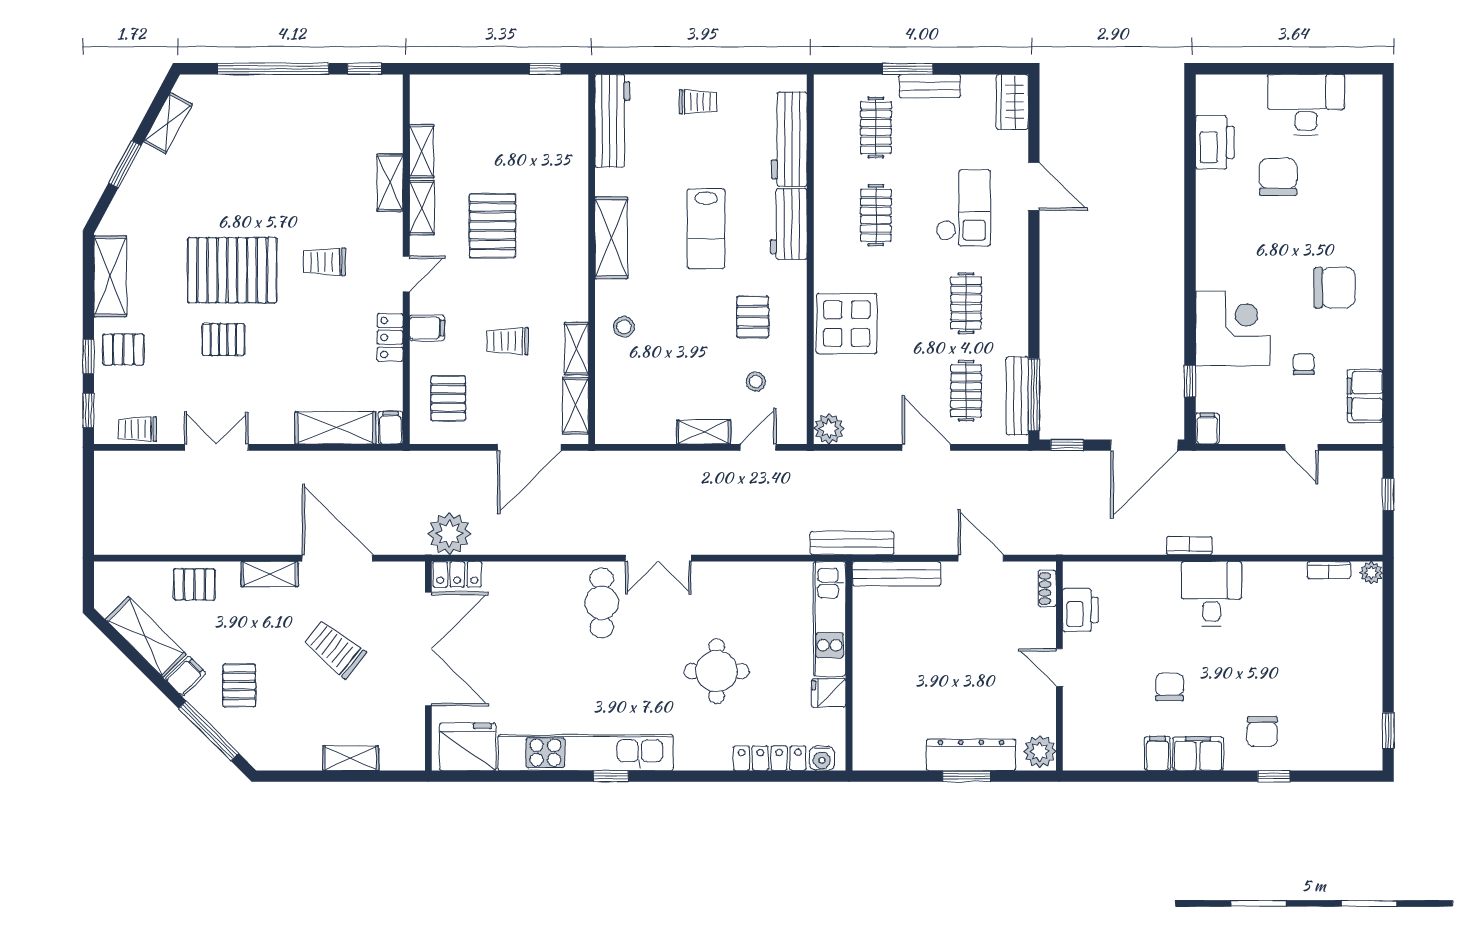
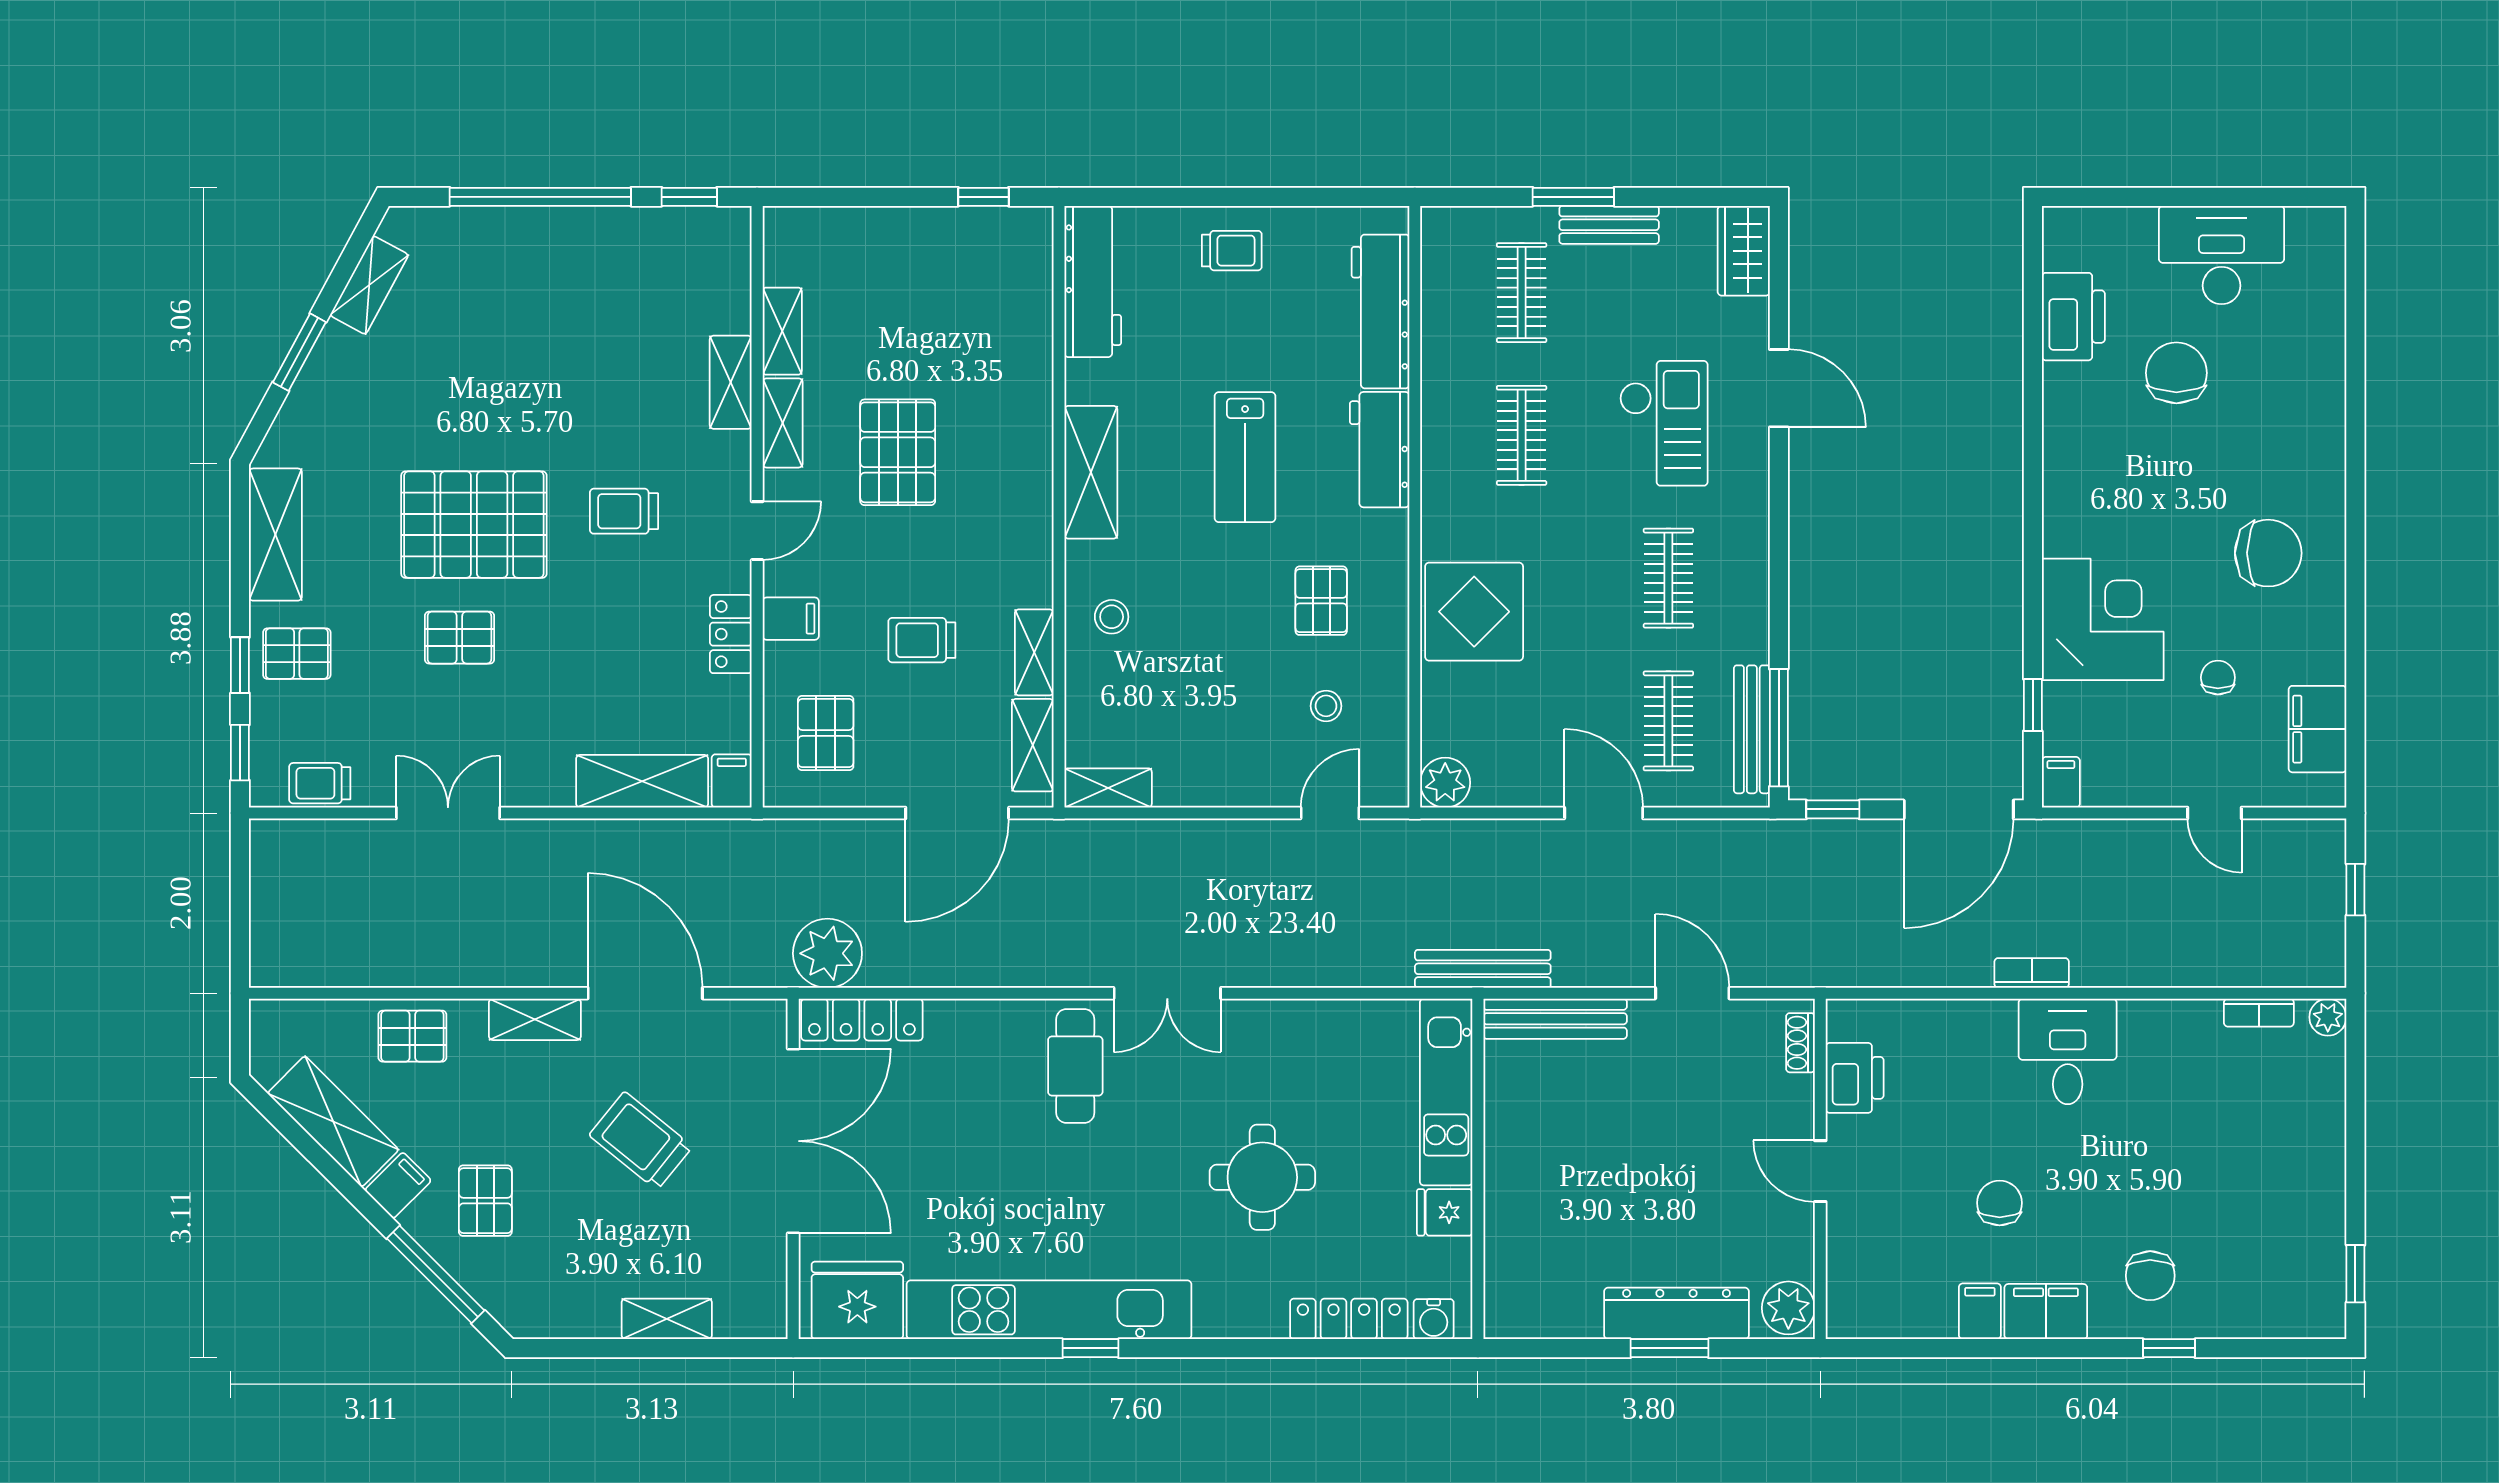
shelving: (704, 432) -> (1108, 788), moved
locker: (457, 574) -> (862, 1020), width x1.53

